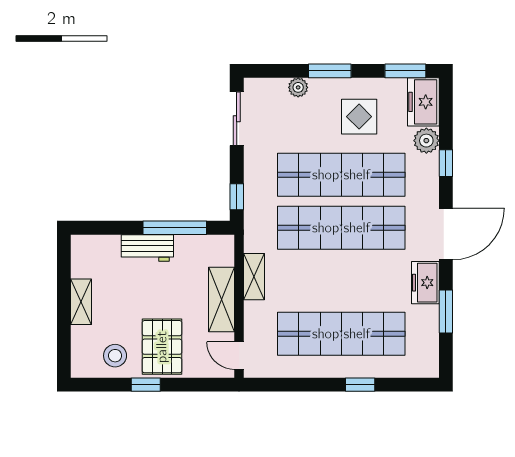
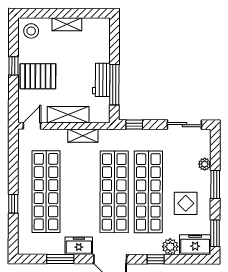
workbench: (147, 248) -> (101, 80), moved
stool: (115, 356) -> (31, 31), moved

